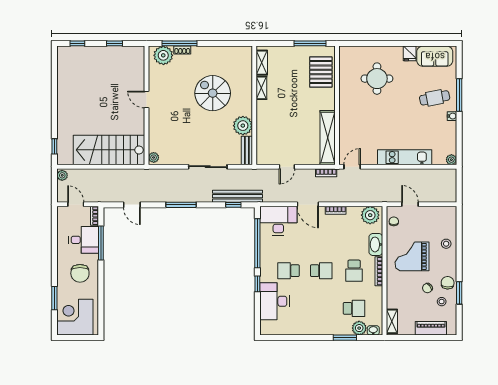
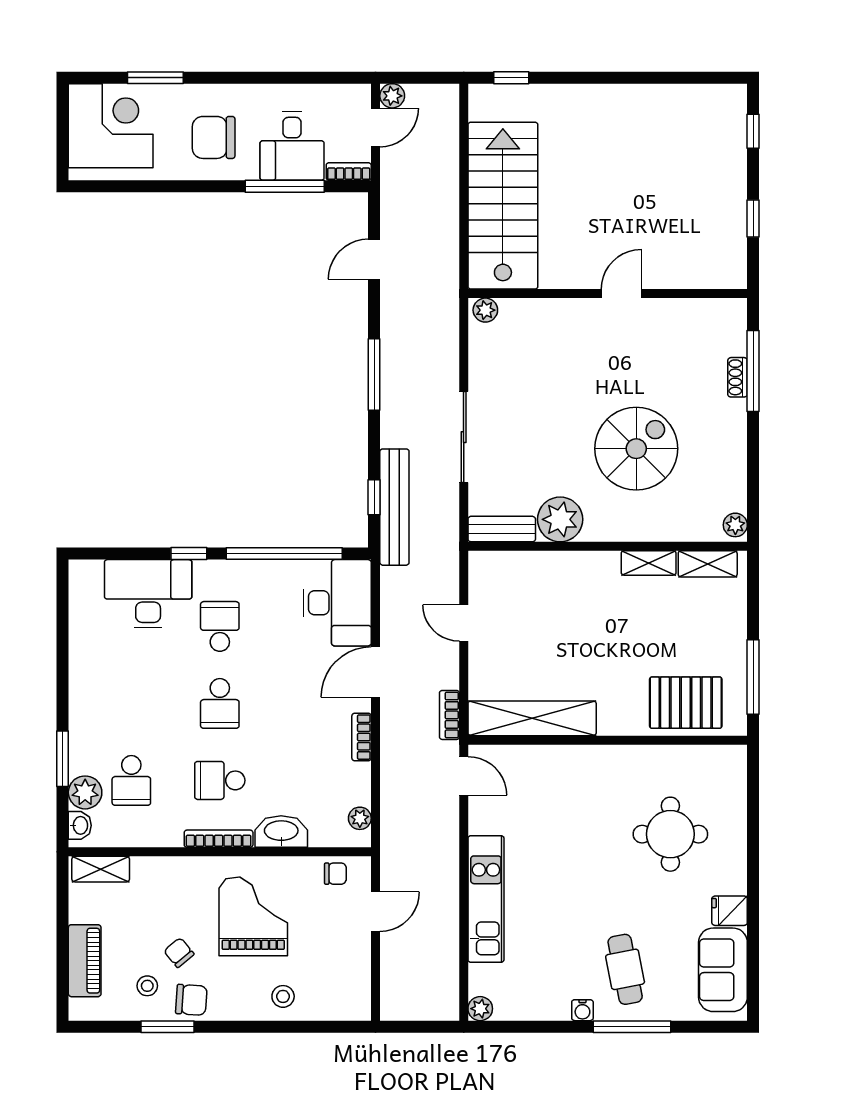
plant: (163, 55) -> (735, 525), moved, width x0.53, depth x0.53
plant: (62, 175) -> (392, 96), moved
plant: (370, 215) -> (360, 818), width x0.53, depth x0.53

